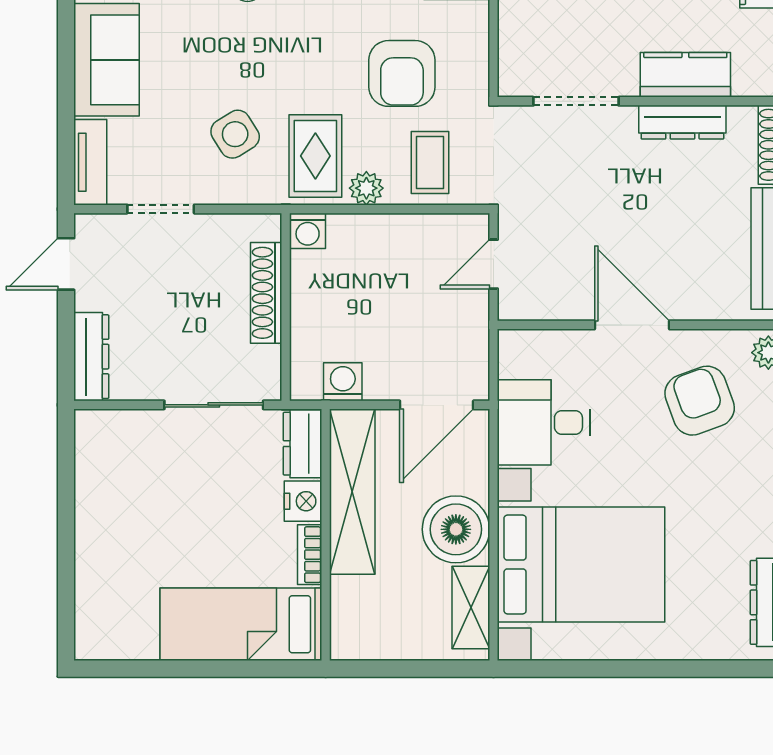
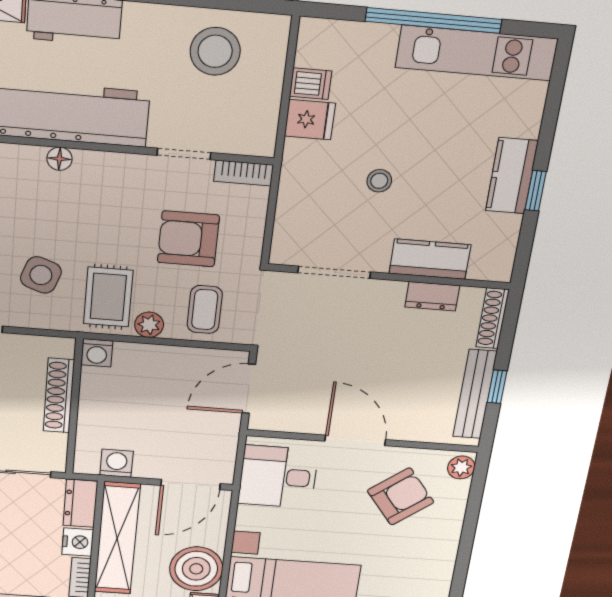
armchair: (402, 73) -> (188, 239), turned 90
dresser: (682, 122) -> (432, 296), width x0.70
side table: (235, 134) -> (41, 275), turned -38
door: (494, 264) -> (249, 389), width x1.38
armchair: (700, 401) -> (401, 496), turned 72
desk: (544, 422) -> (278, 477), moved

